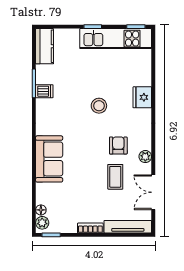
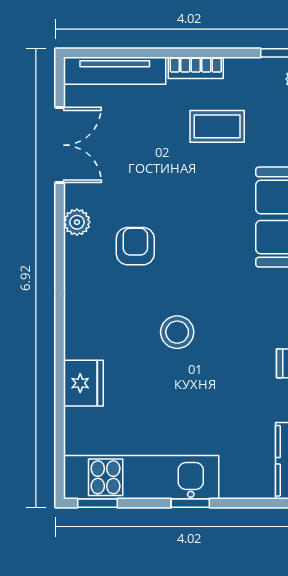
fridge: (142, 97) -> (83, 383), moved
armchair: (118, 146) -> (135, 246), turned 180
coffee table: (115, 177) -> (217, 126), moved, turned 90

